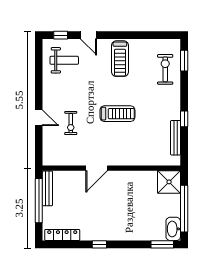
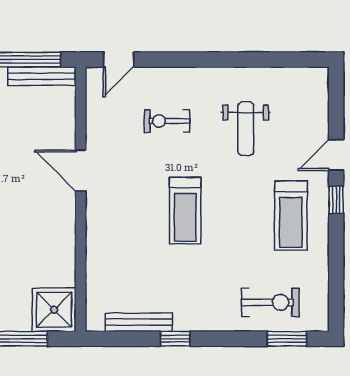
window: (61, 35) -> (336, 200), moved
treadmill: (120, 59) -> (291, 215), turned -90
weight bench: (64, 60) -> (246, 129), moved
door: (39, 118) -> (119, 60), moved

